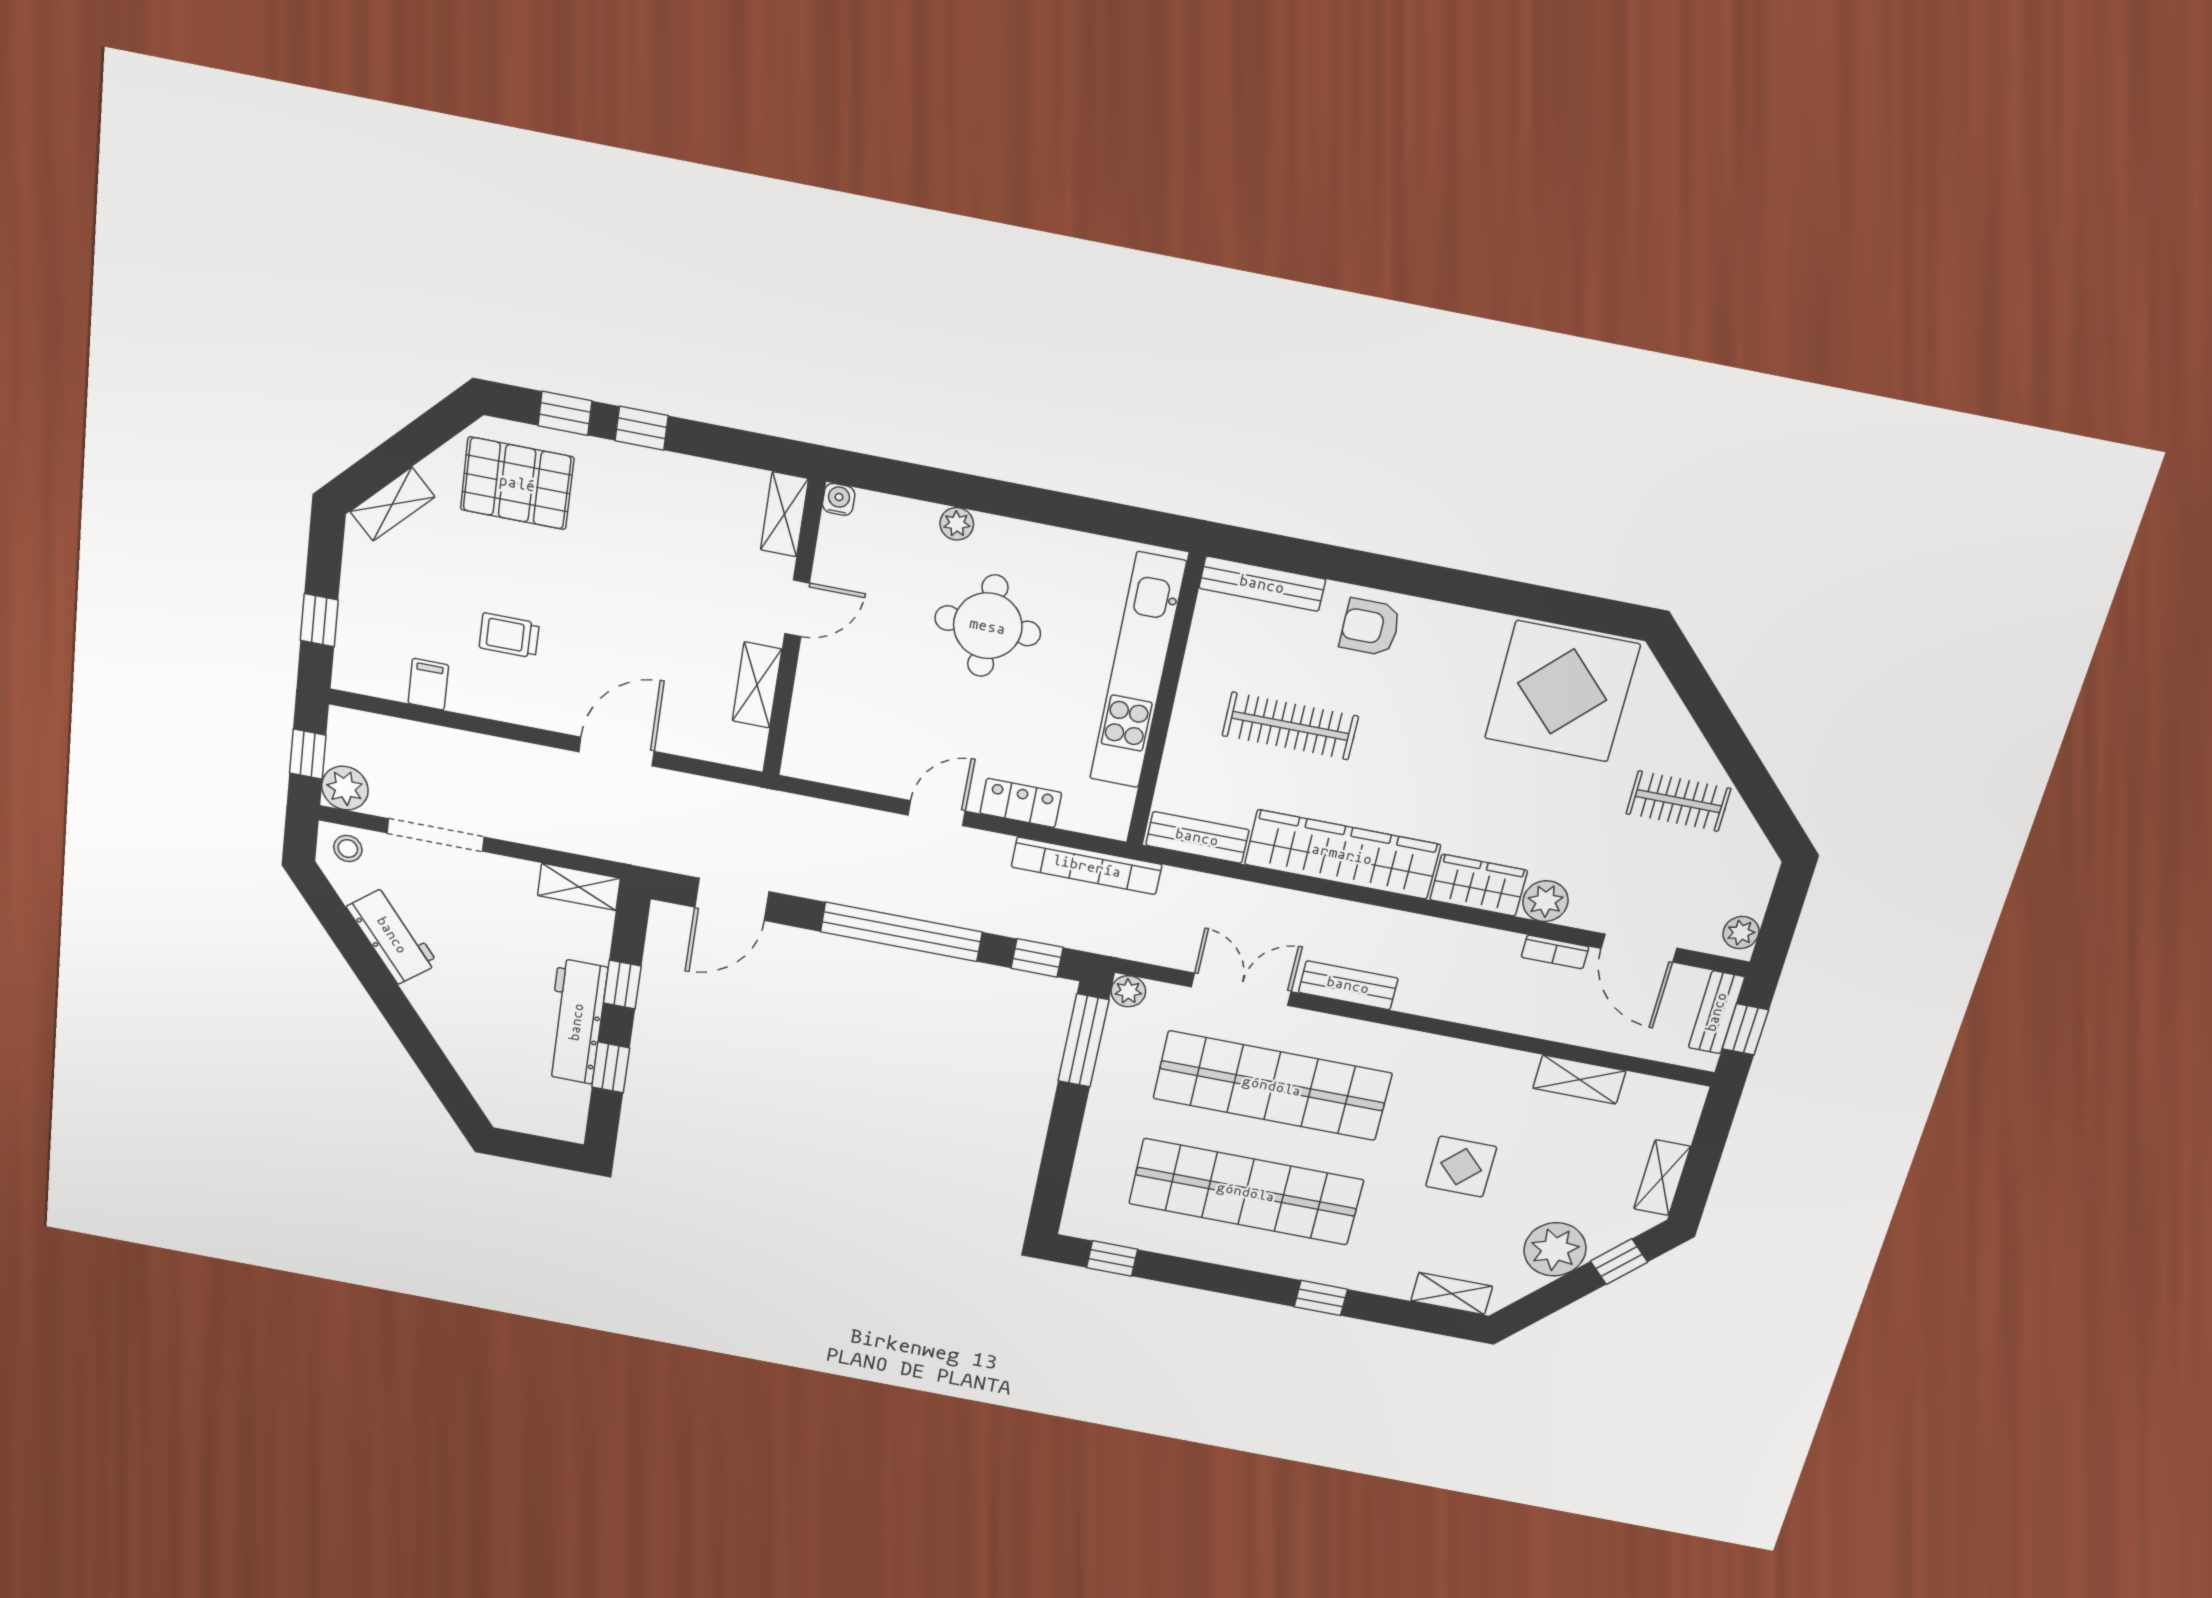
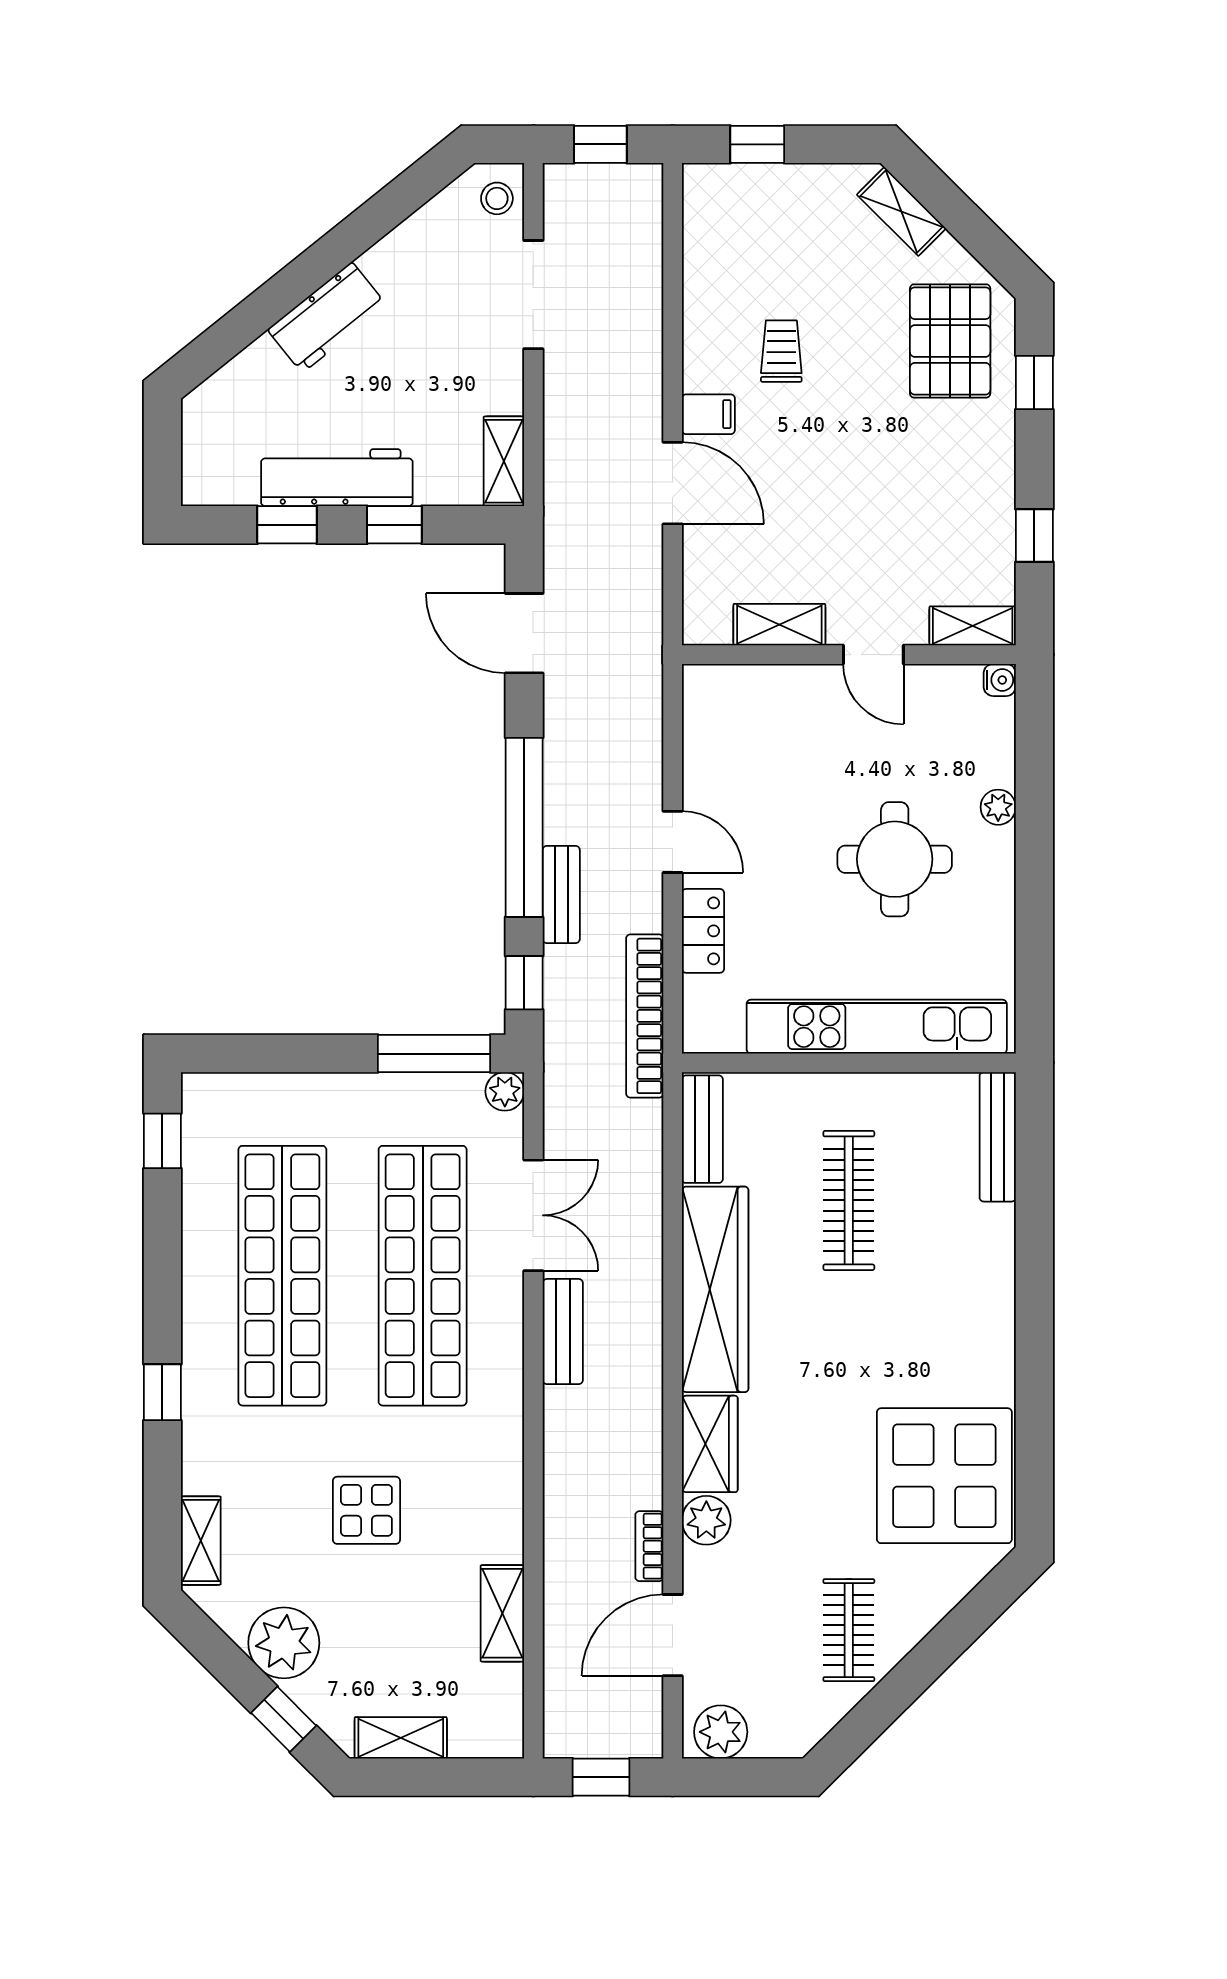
window: (642, 428) -> (1034, 536), moved
armchair: (1370, 627) -> (974, 1259), removed
filing cabinet: (428, 684) -> (708, 414), moved
plant: (345, 788) -> (569, 189), removed
plant: (1741, 933) -> (721, 1732), width x1.38, depth x1.38
workbench: (392, 935) -> (327, 317), moved
bench: (1716, 1012) -> (561, 895), moved, turned 90

